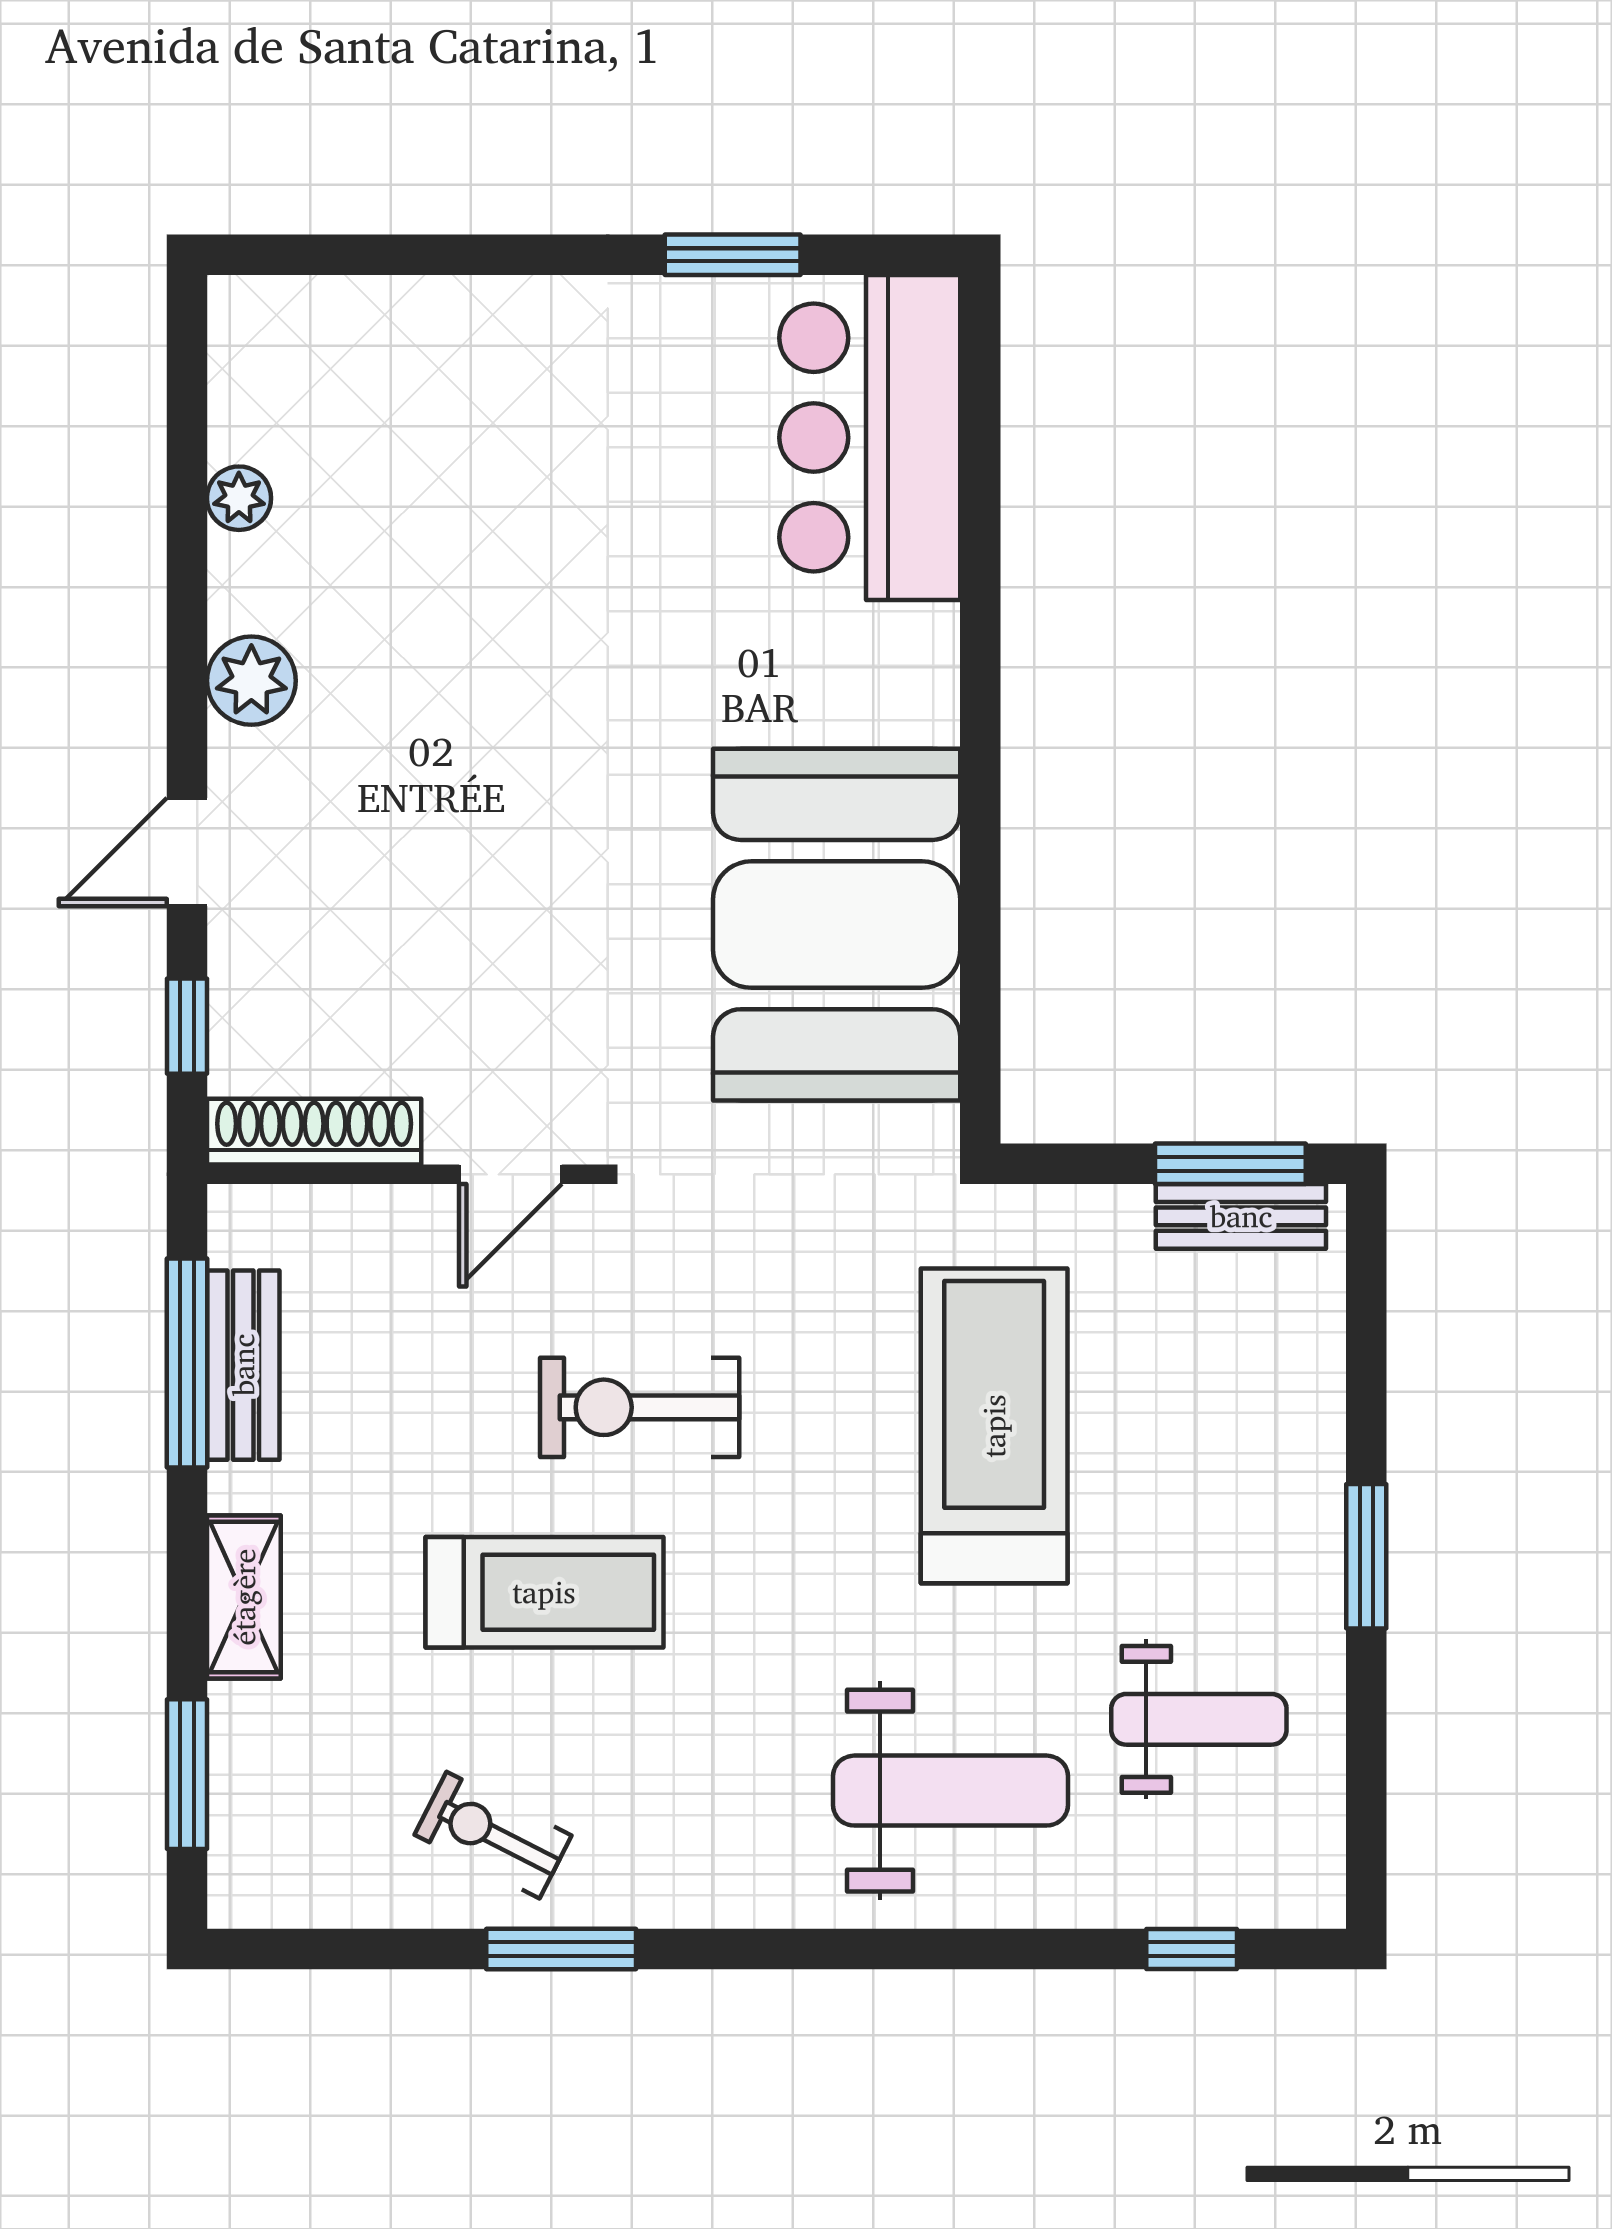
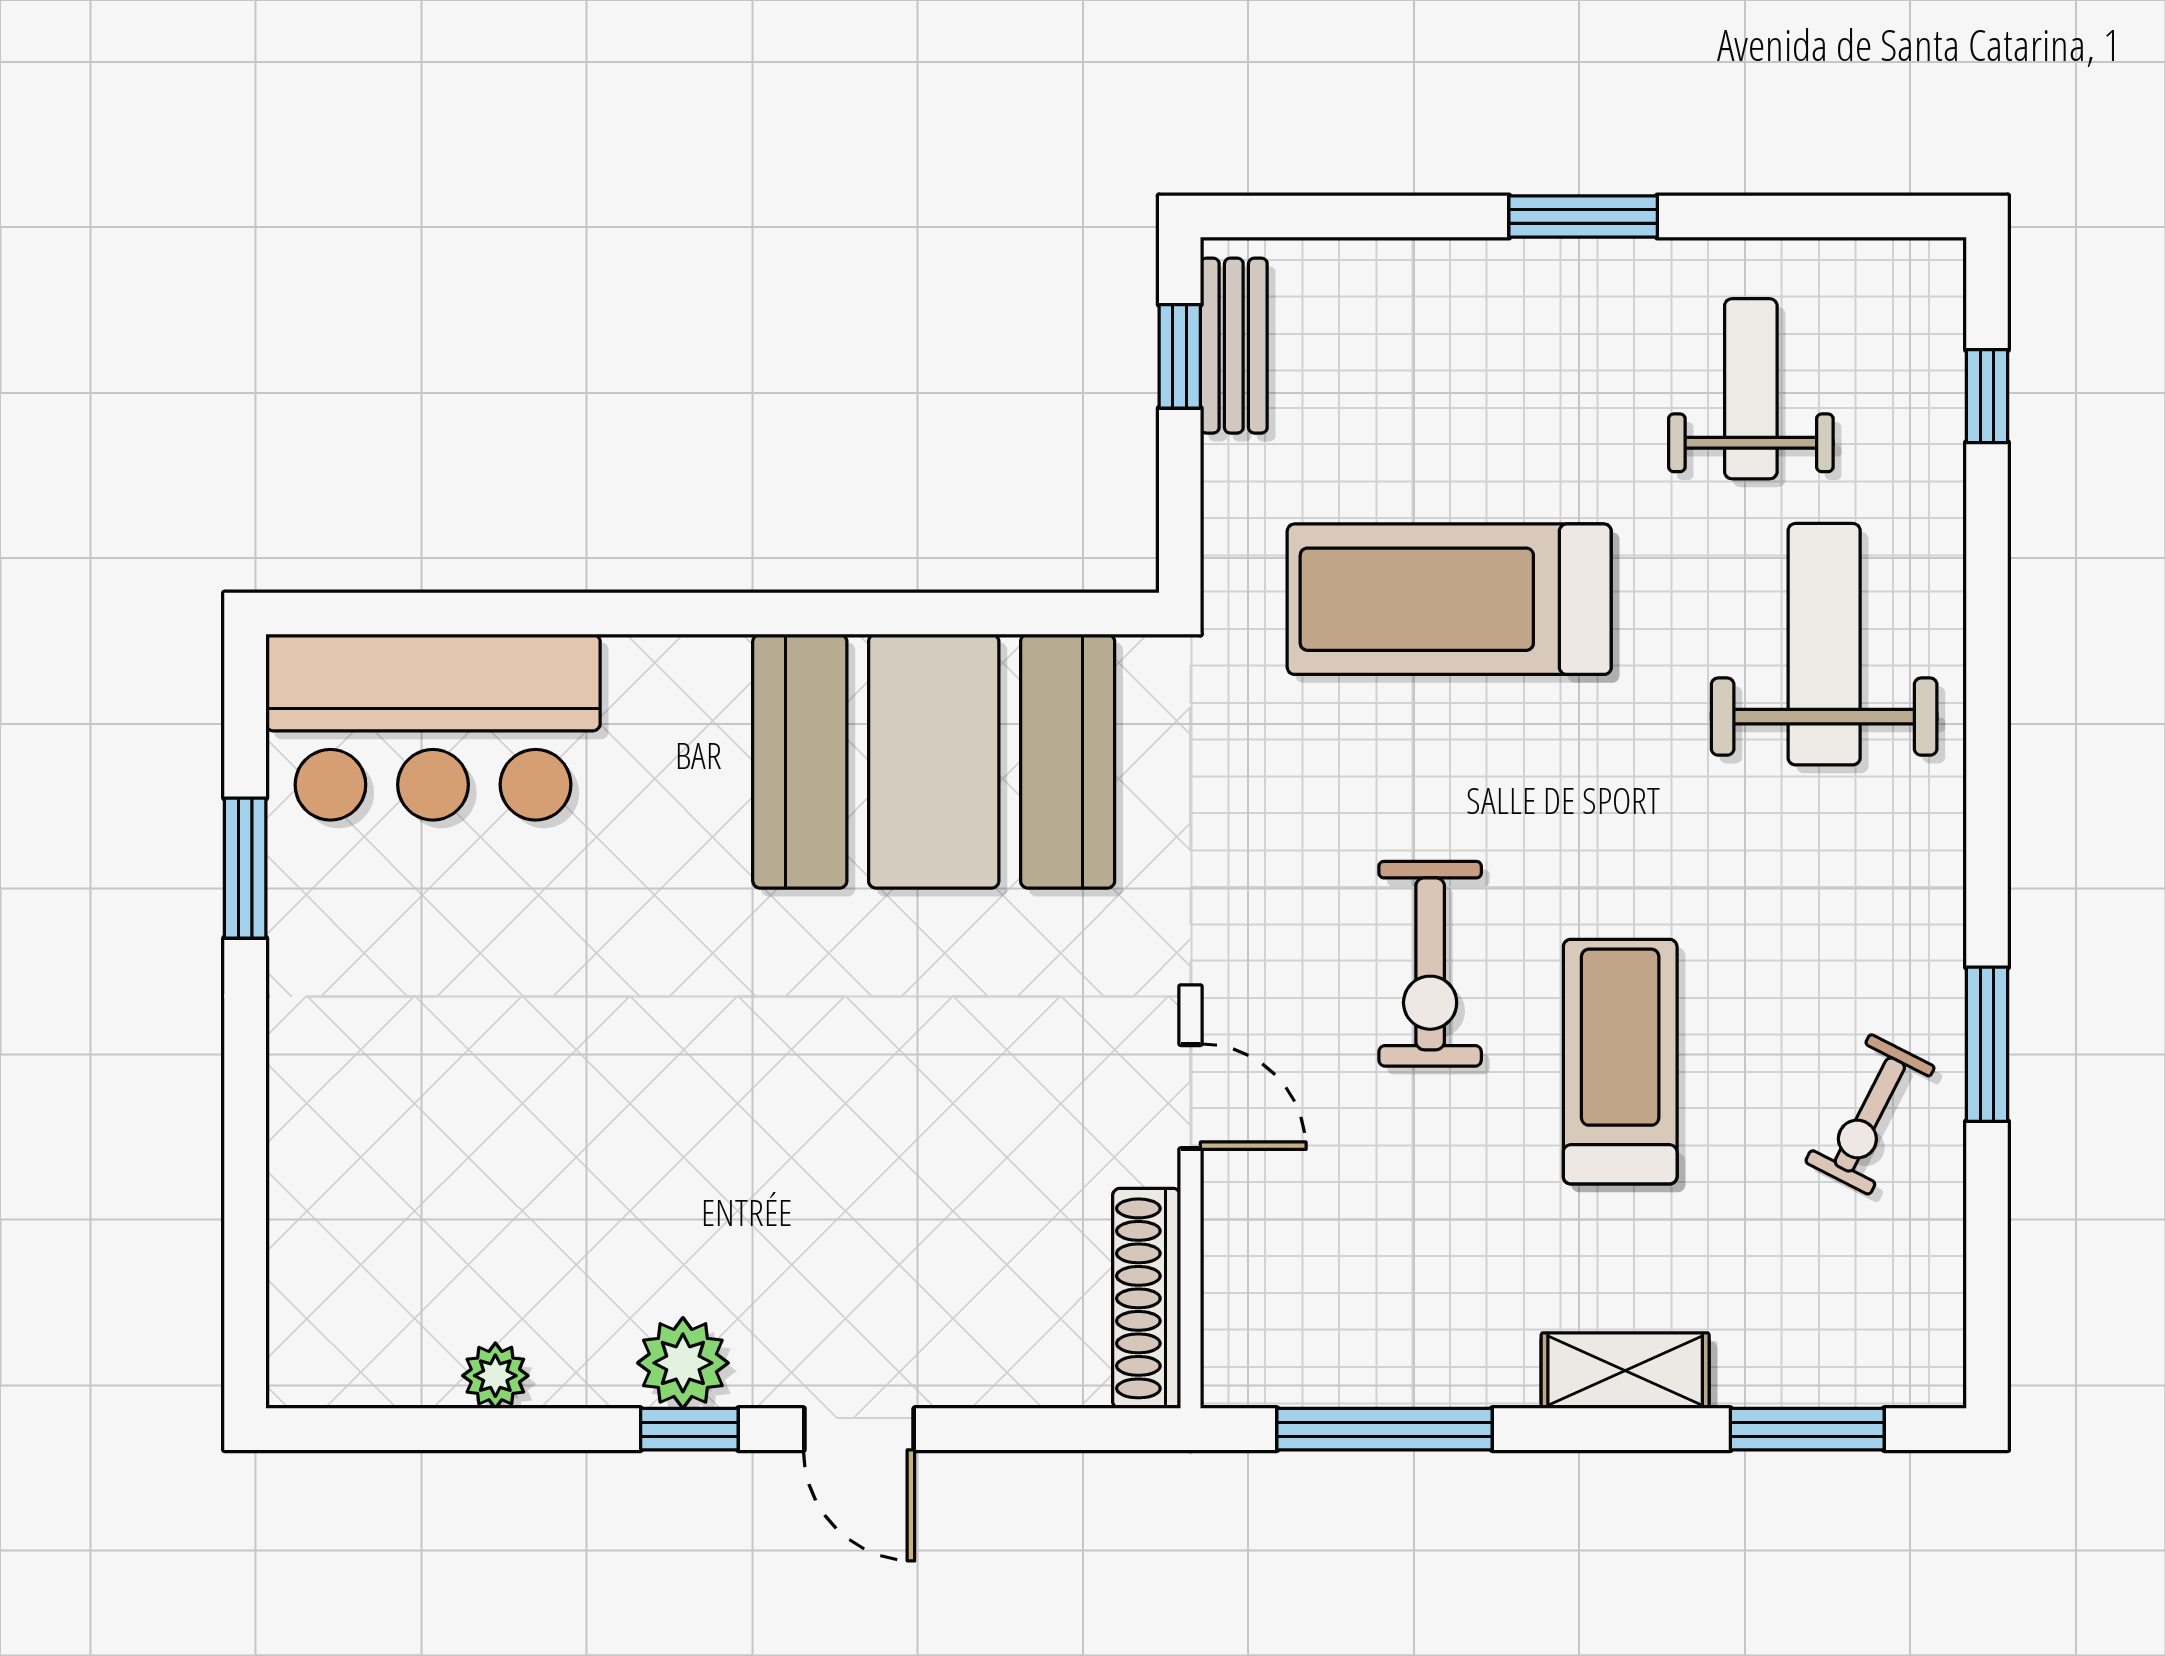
window: (187, 1026) -> (689, 1429), moved
window: (1230, 1164) -> (1180, 356), width x0.67
bench: (243, 1365) -> (1387, 1371), removed

